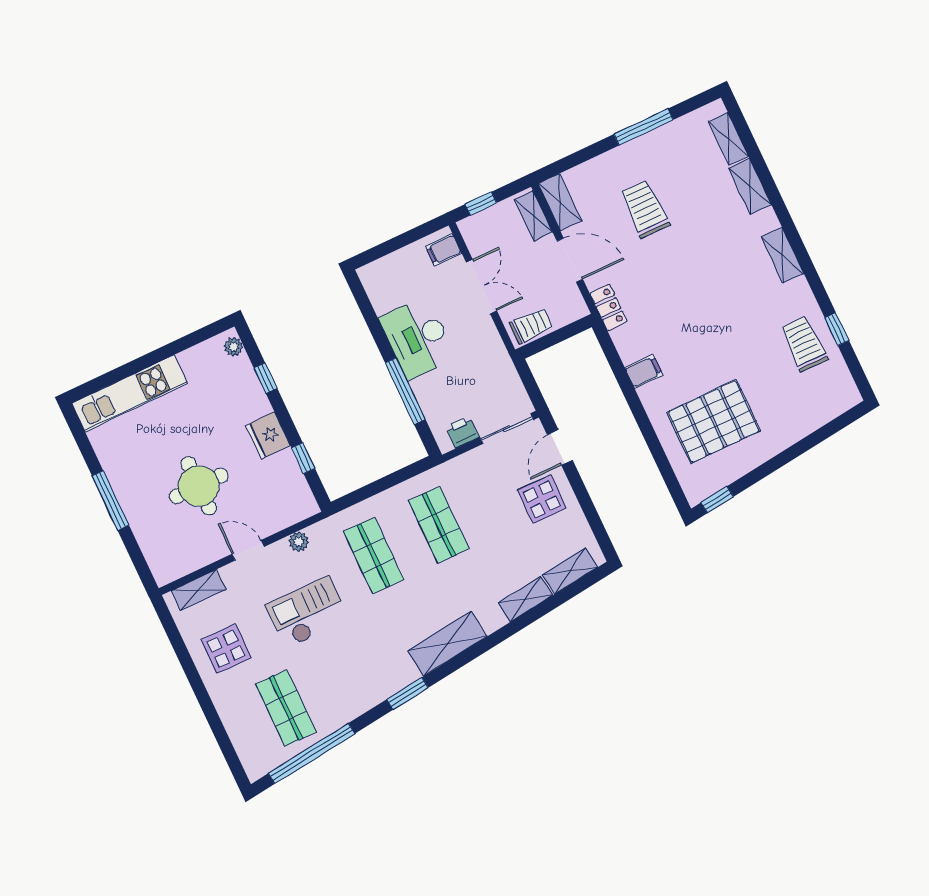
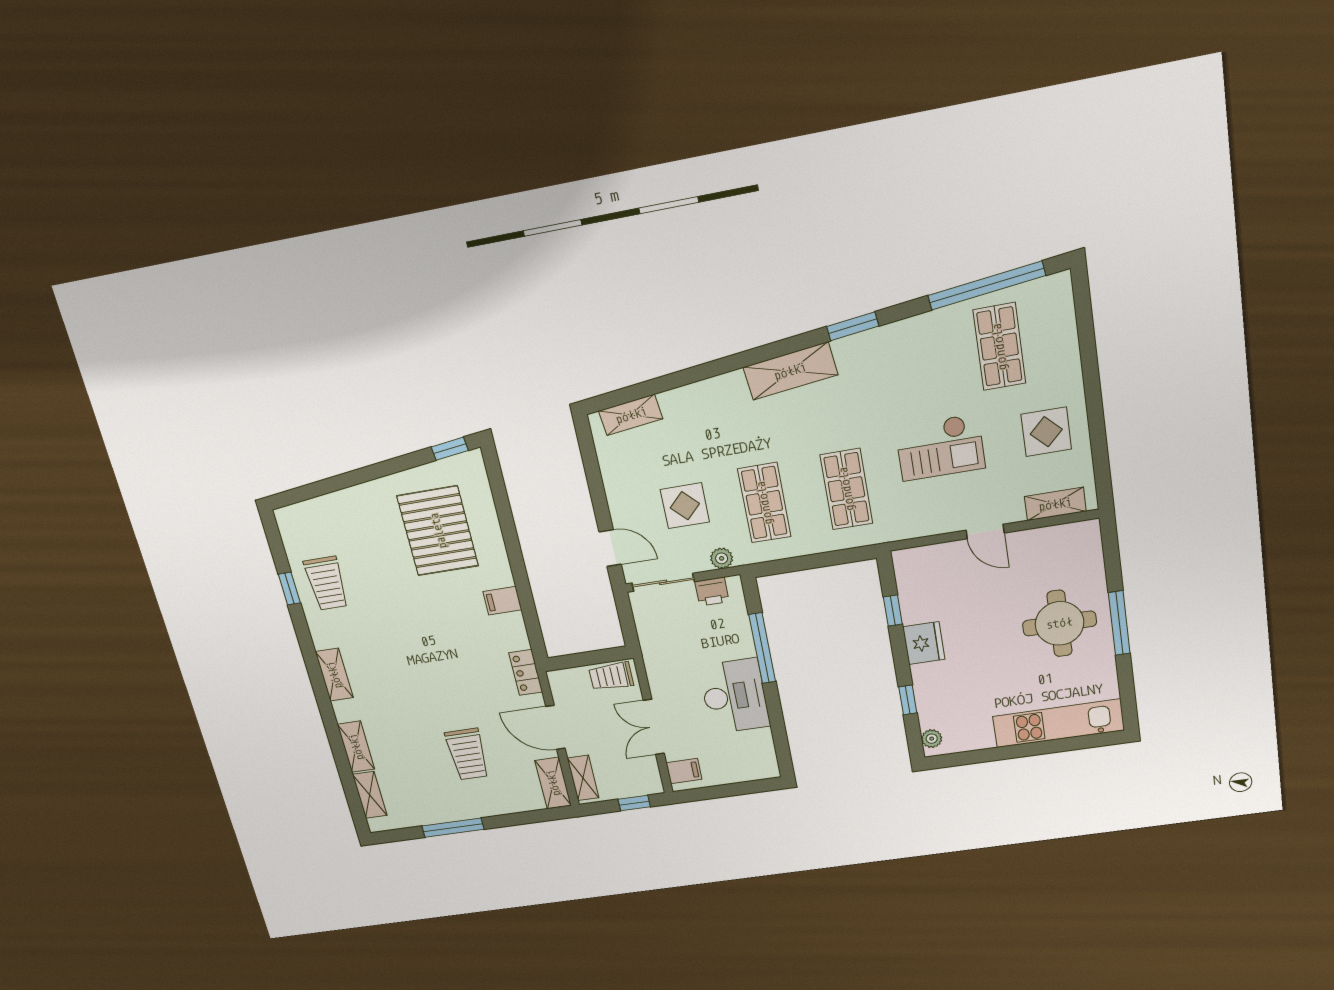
pallet: (714, 421) -> (438, 531), turned 90
door: (560, 448) -> (610, 548), hinge flipped
round table: (199, 486) -> (1059, 623), moved
display table: (542, 499) -> (685, 506), moved
plant: (299, 542) -> (722, 558), moved
shelving: (525, 599) -> (688, 397), removed

